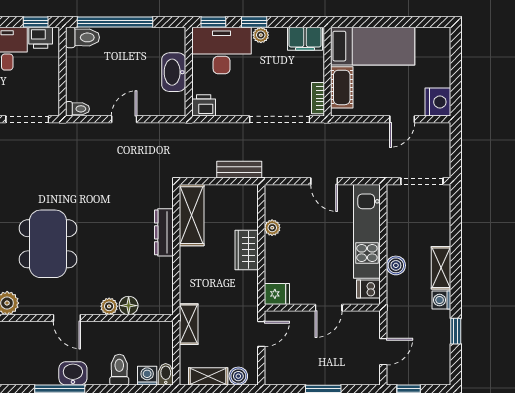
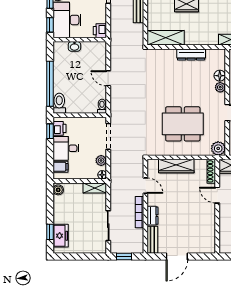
washbasin: (174, 72) -> (74, 46), width x0.52, depth x0.69
dresser: (164, 232) -> (191, 54), moved

